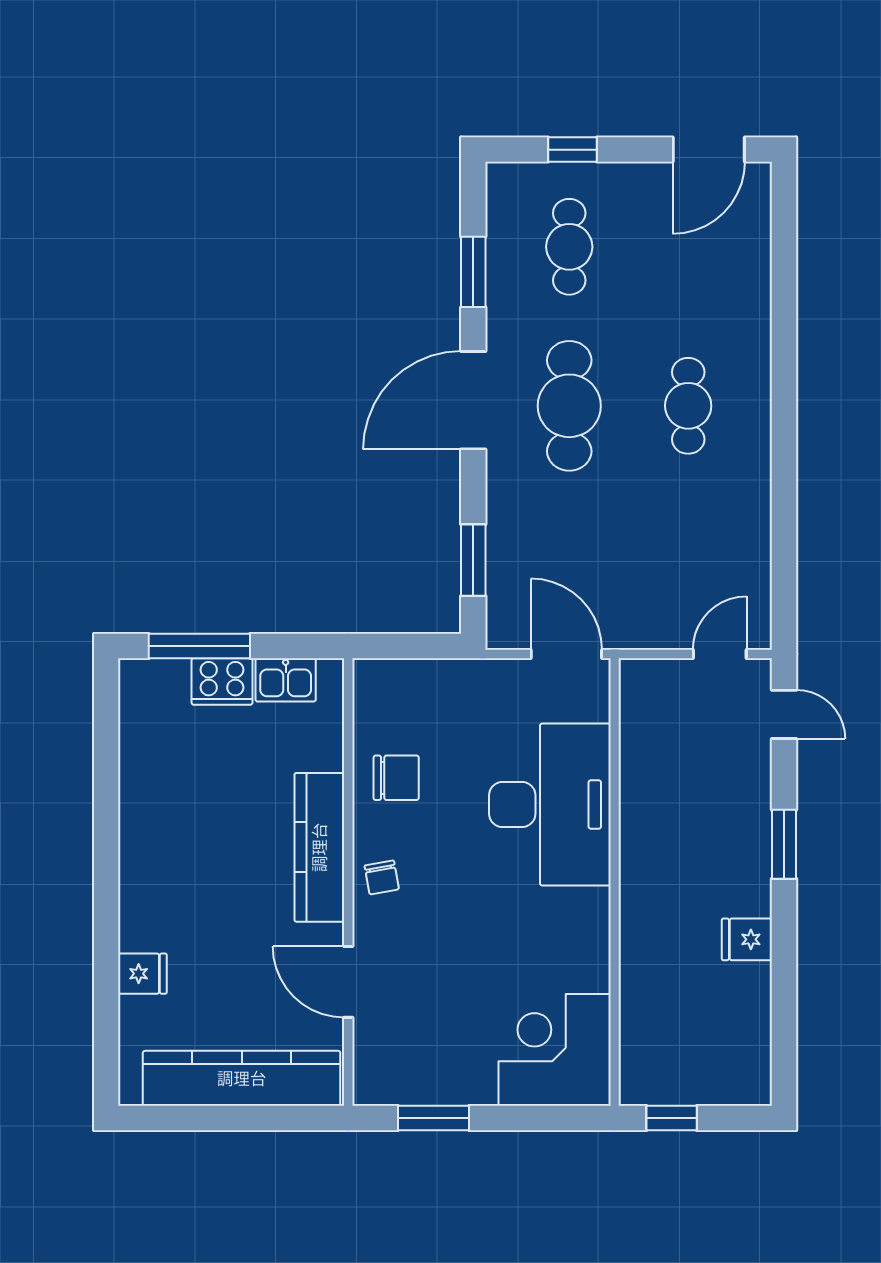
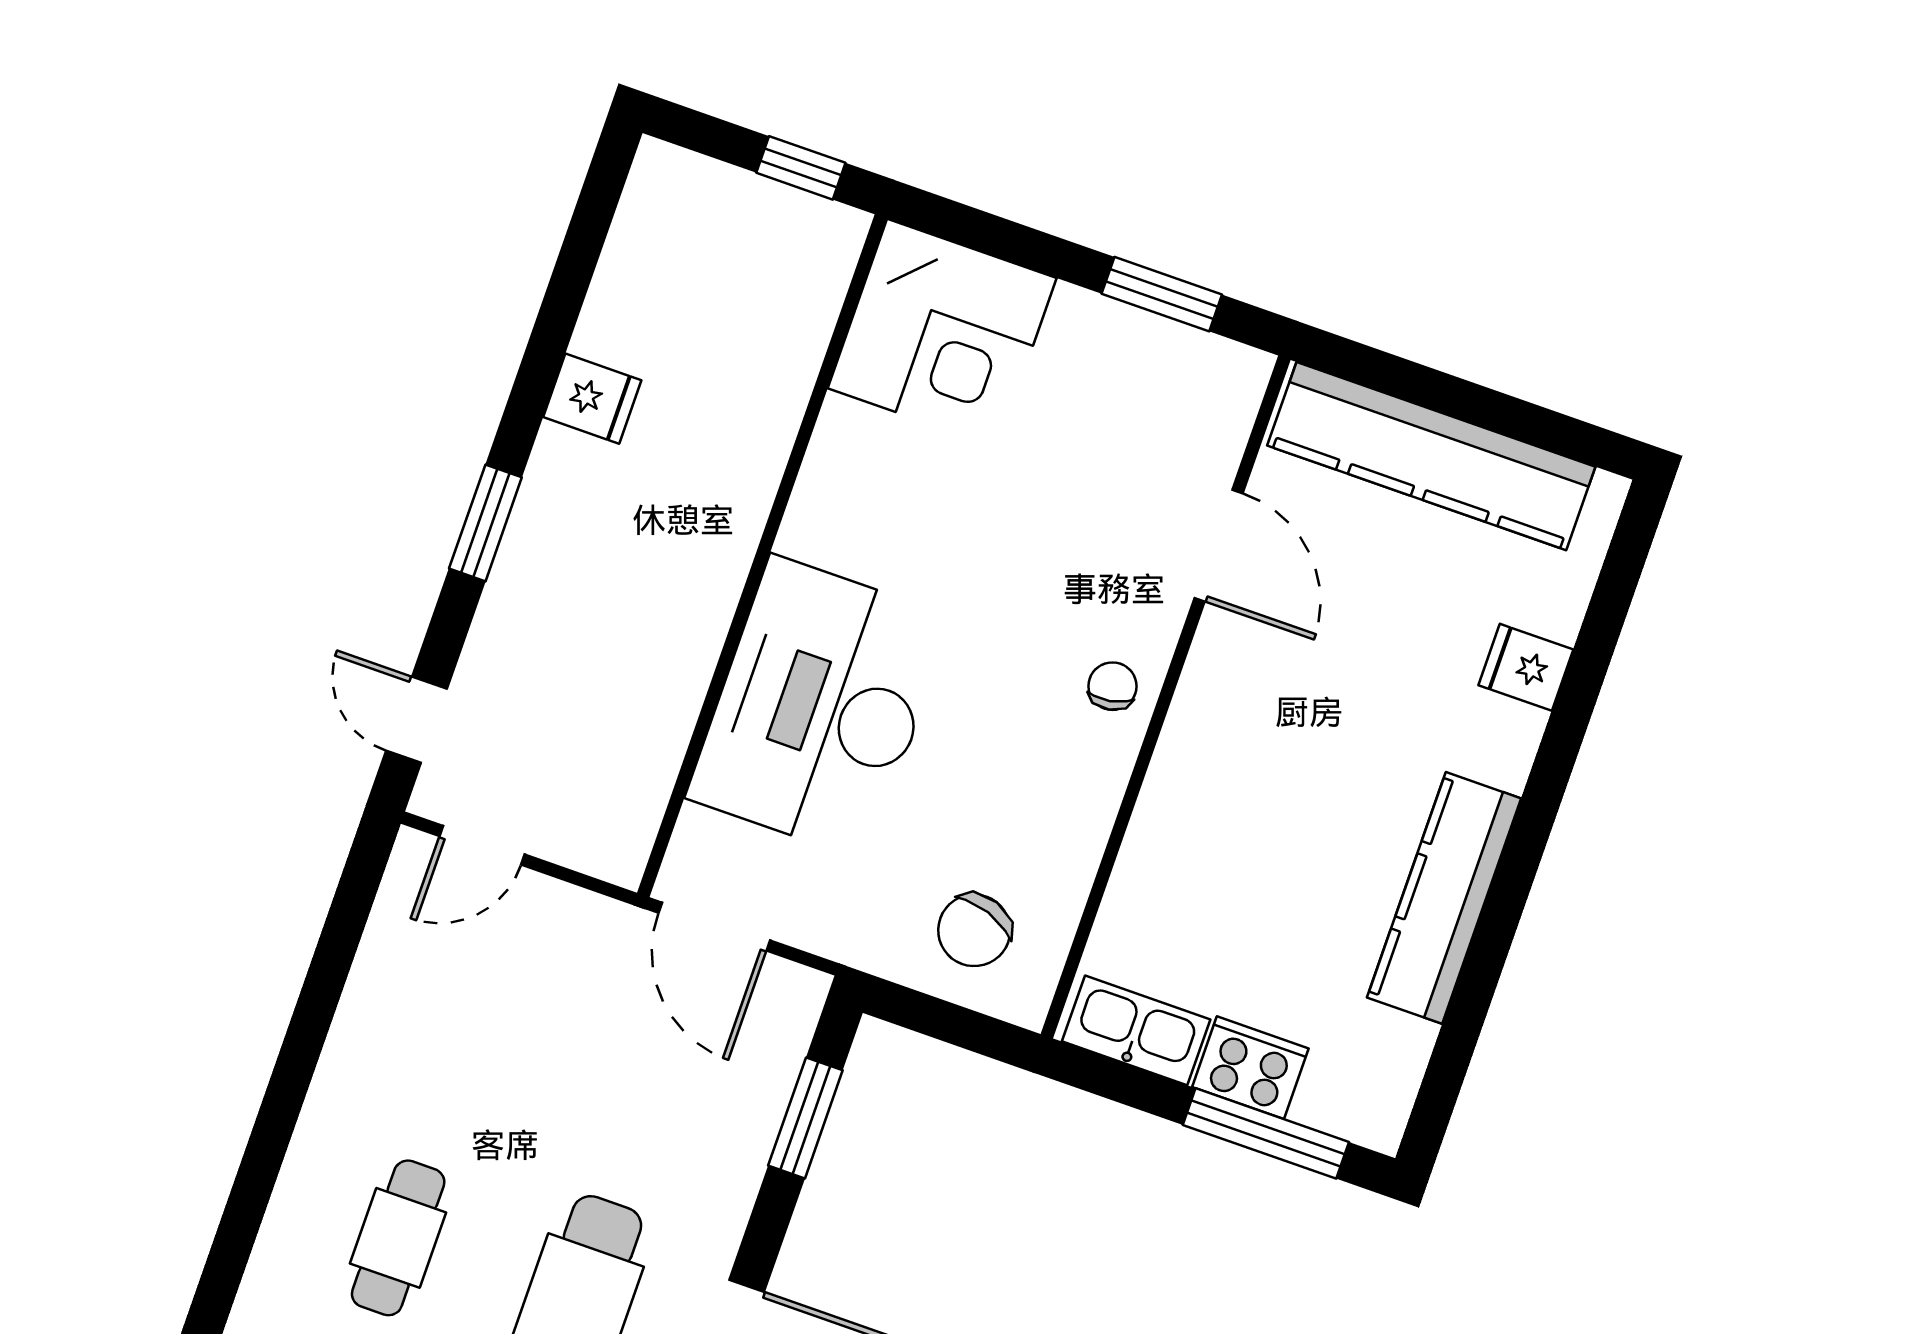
kitchen sink: (286, 680) -> (1136, 1030), width x1.38
chair: (396, 778) -> (974, 930), moved, turned -71
kitchen counter: (319, 847) -> (1444, 898), moved, turned 180

